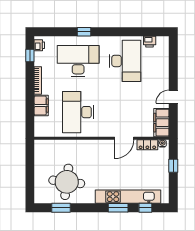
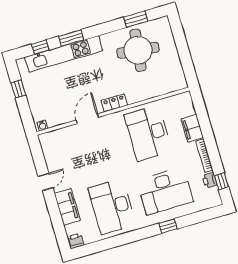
printer: (150, 42) -> (76, 241), moved
printer: (39, 45) -> (210, 180), moved
desk: (78, 112) -> (148, 133), turned 180
filing cabinet: (161, 123) -> (67, 207), moved
locker: (147, 145) -> (114, 103), moved
window: (173, 166) -> (18, 89), moved

